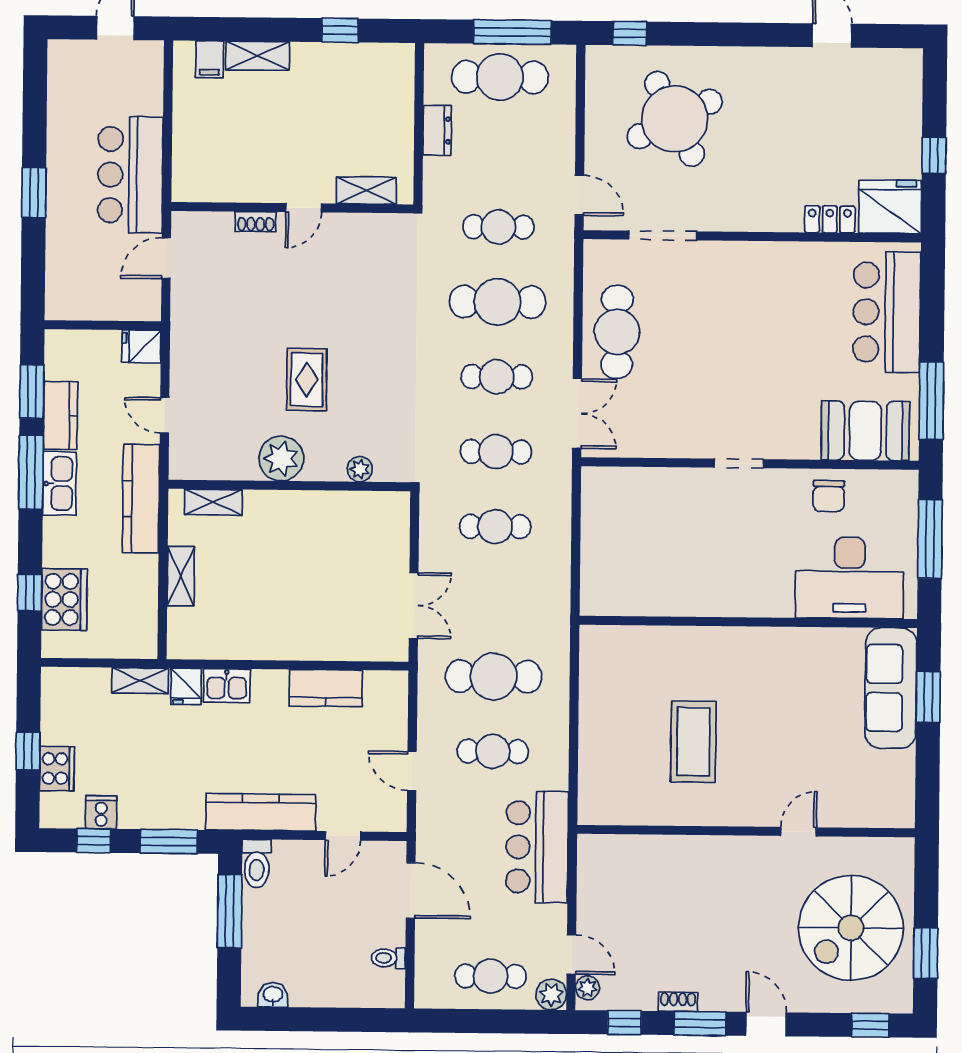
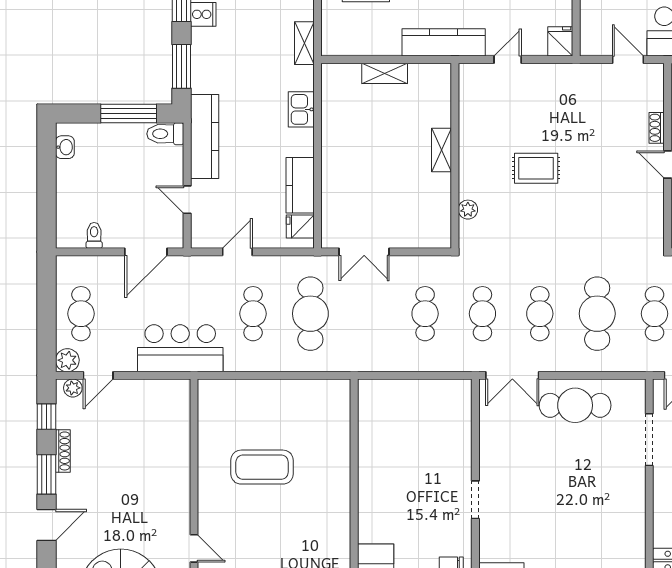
plant: (281, 459) -> (475, 149), removed
shelving: (213, 502) -> (442, 150), moved
fridge: (186, 686) -> (300, 227), moved
shoe rack: (678, 1002) -> (63, 451), width x1.43

